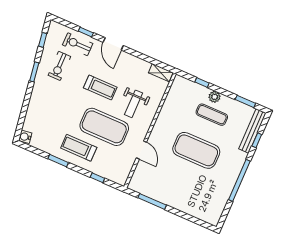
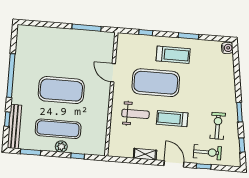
shelving: (161, 73) -> (145, 154), moved
weight bench: (134, 104) -> (135, 114), turned 90
exercise mat: (212, 115) -> (58, 129), width x1.36, depth x1.45

